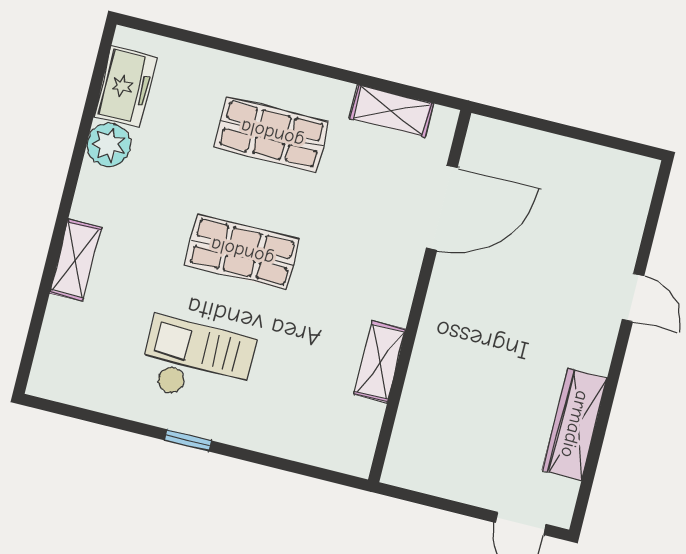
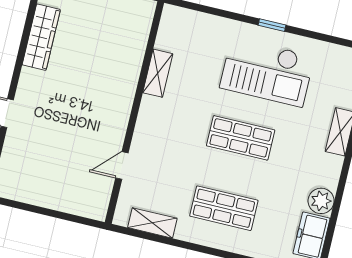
door: (442, 208) -> (122, 165), width x0.53
checkout: (197, 362) -> (267, 72), width x1.36, depth x1.21

